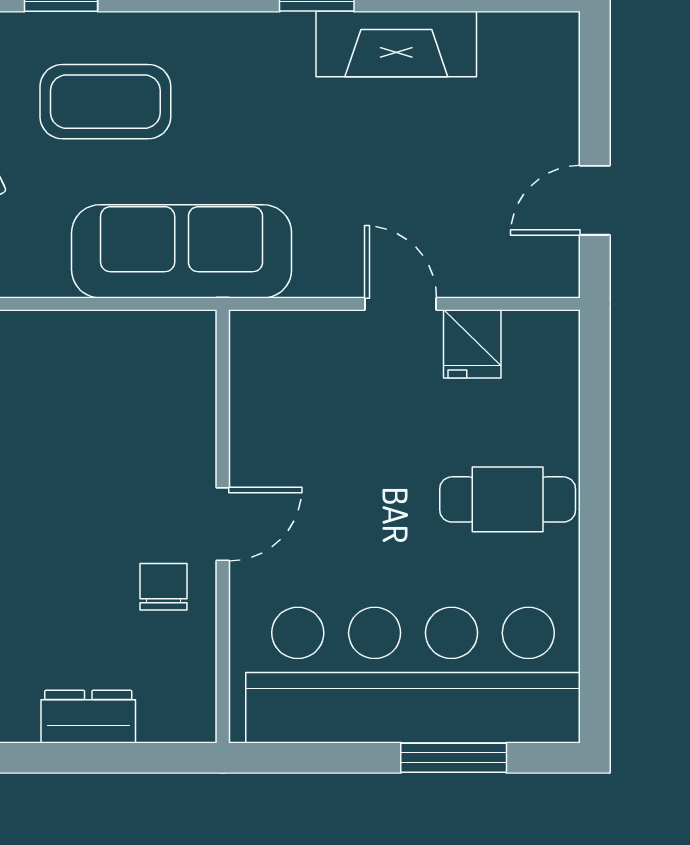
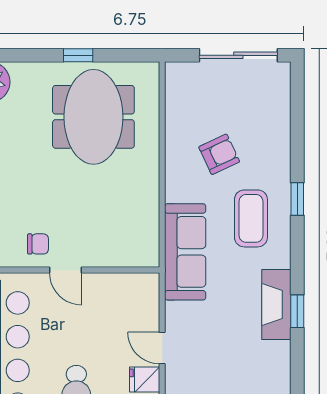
fireplace: (396, 44) -> (276, 304), moved
door: (401, 304) -> (162, 348), swing flipped

